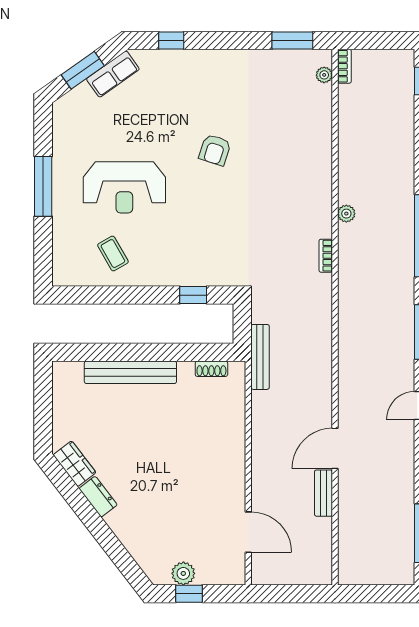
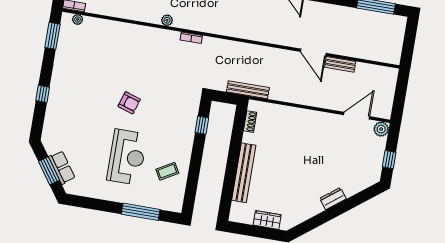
window: (171, 40) -> (43, 94), moved
row of seats: (113, 74) -> (62, 167), moved
armchair: (215, 150) -> (129, 103), moved
window: (43, 186) -> (141, 212), moved
wardrobe: (75, 464) -> (267, 220), moved, turned 38
dresser: (98, 497) -> (333, 199), moved
plant: (183, 573) -> (381, 129), moved

